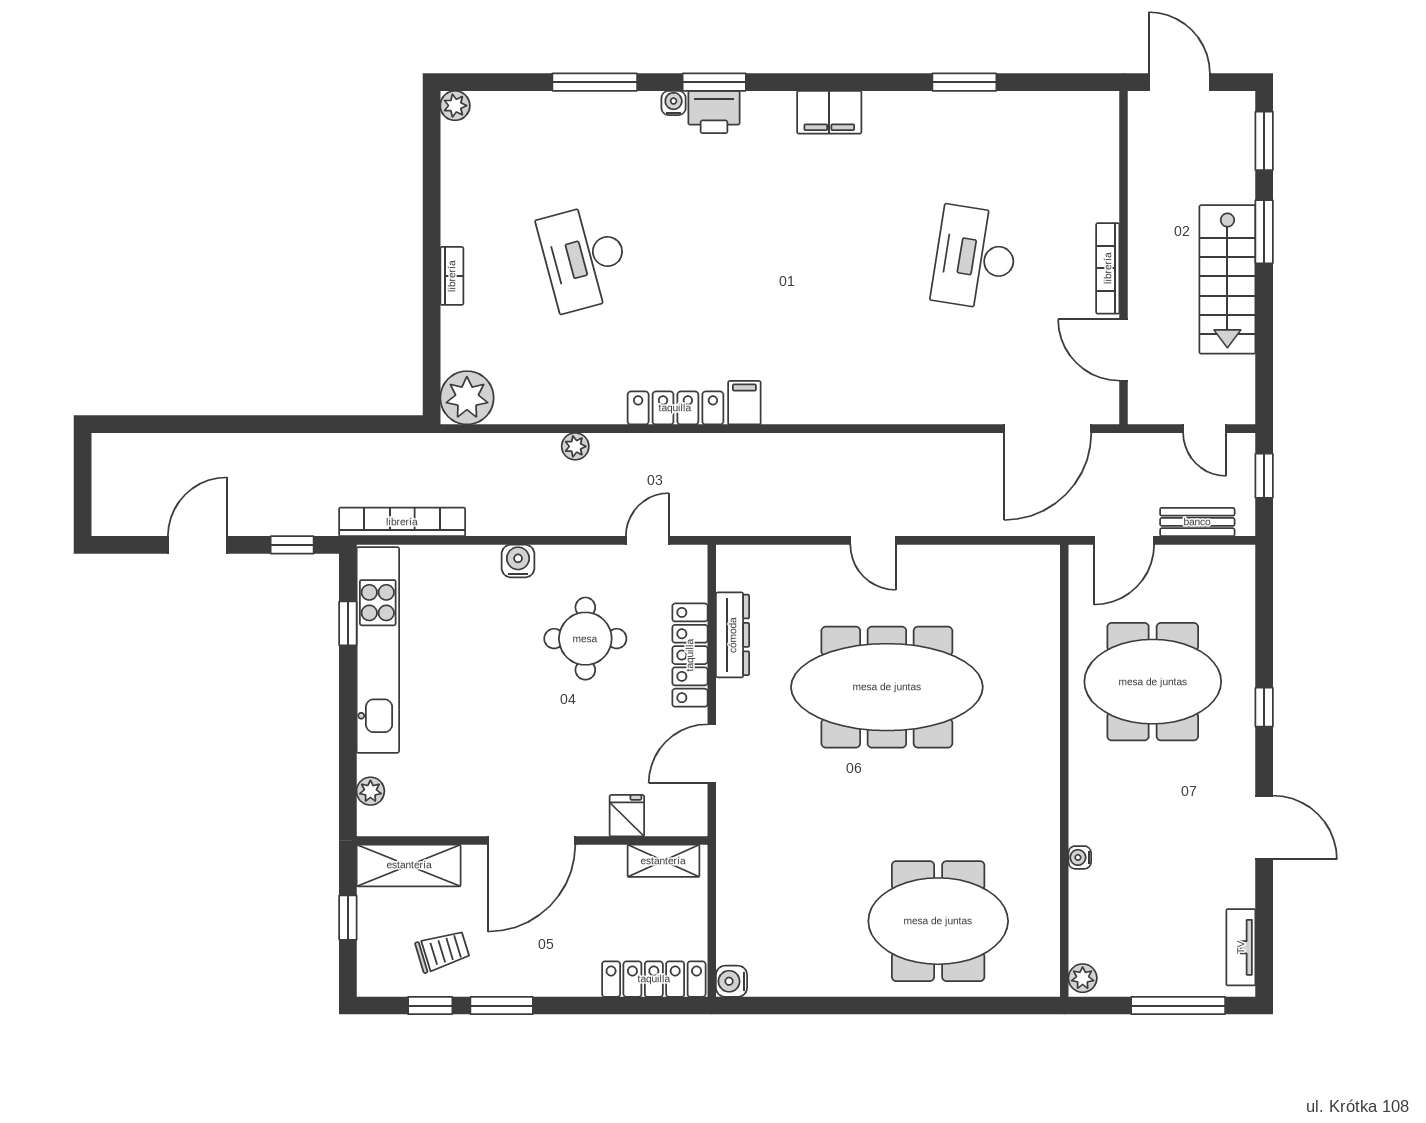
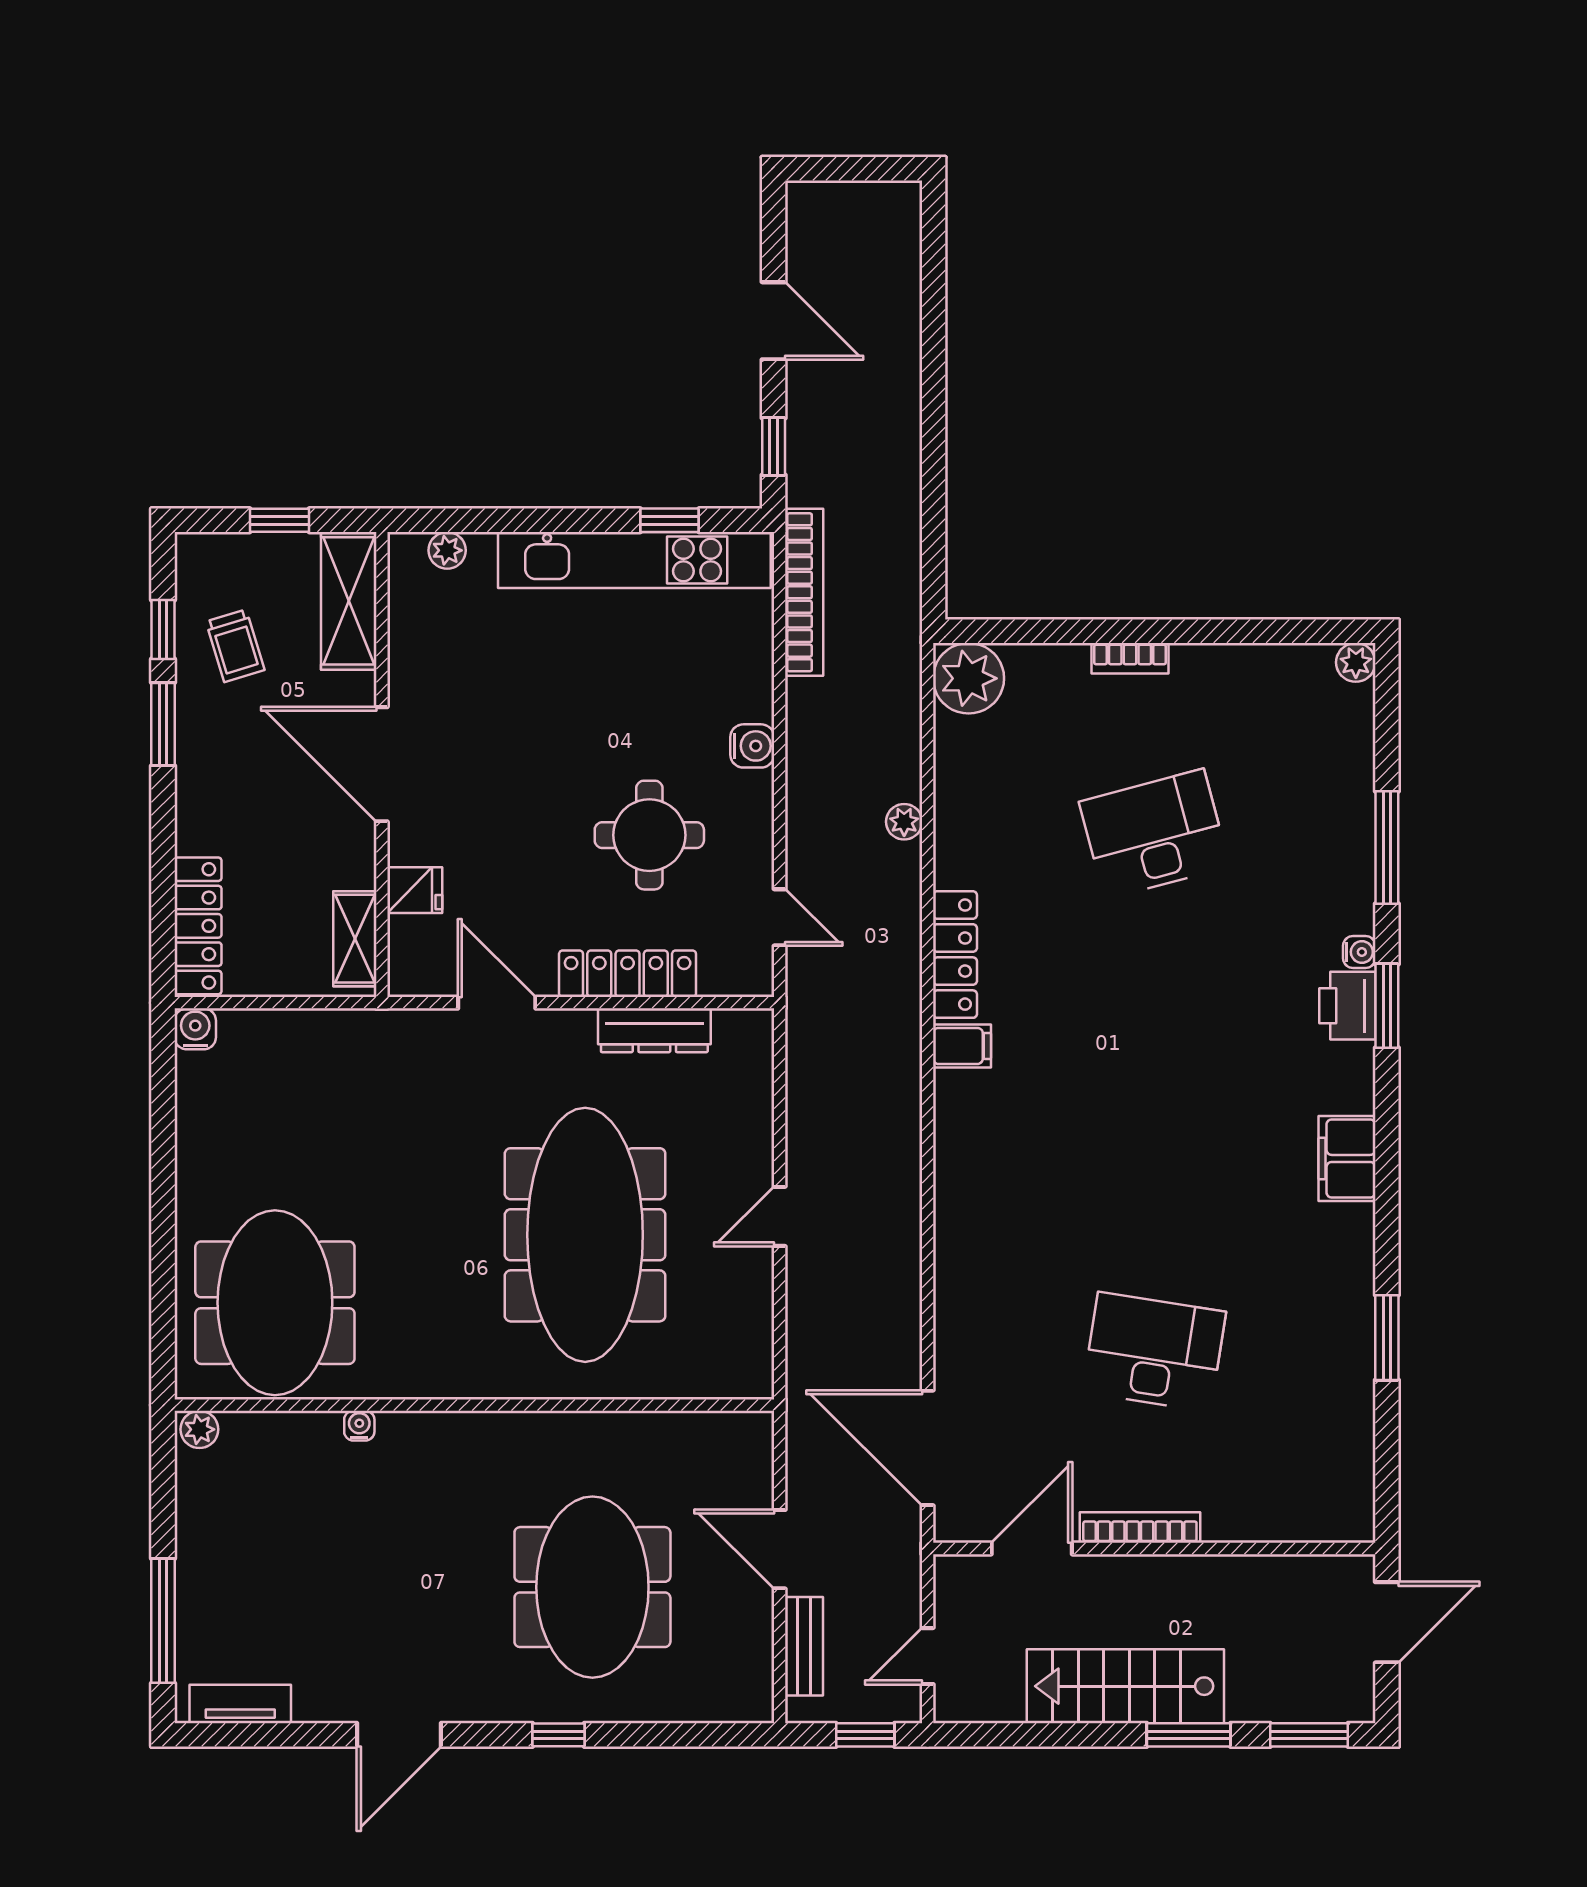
wall: (1064, 771) -> (474, 1405), moved
water cooler: (1080, 857) -> (359, 1426), moved
plant: (1083, 978) -> (199, 1429), moved

